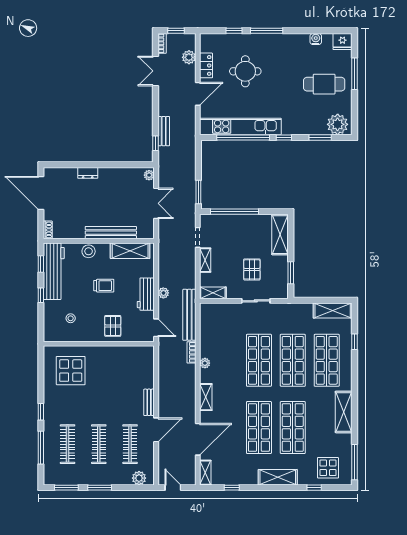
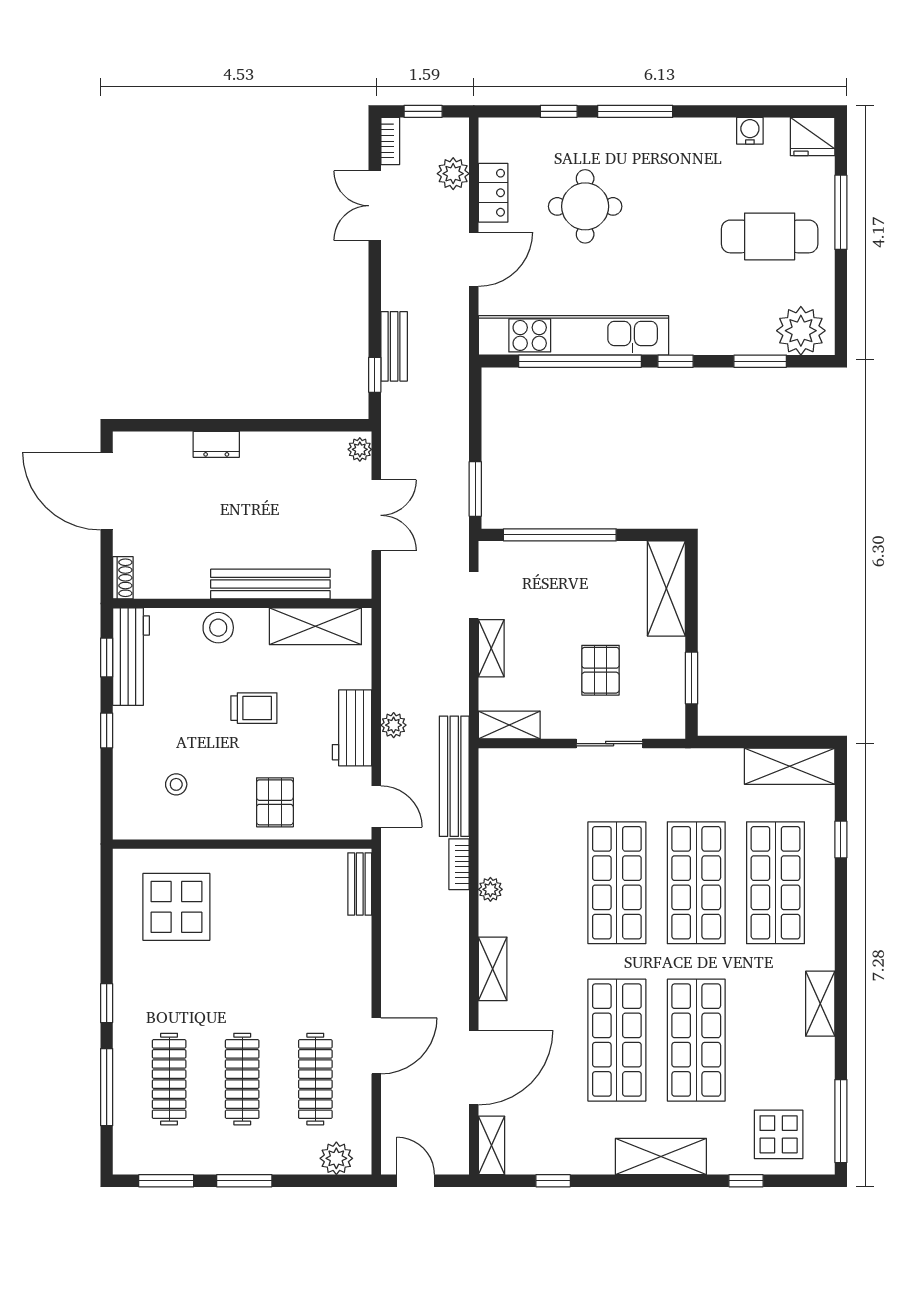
workbench: (54, 271) -> (131, 657), width x0.73, depth x0.76
bench: (149, 402) -> (360, 884), moved
shelving: (344, 412) -> (820, 1004), width x0.67, depth x0.75

